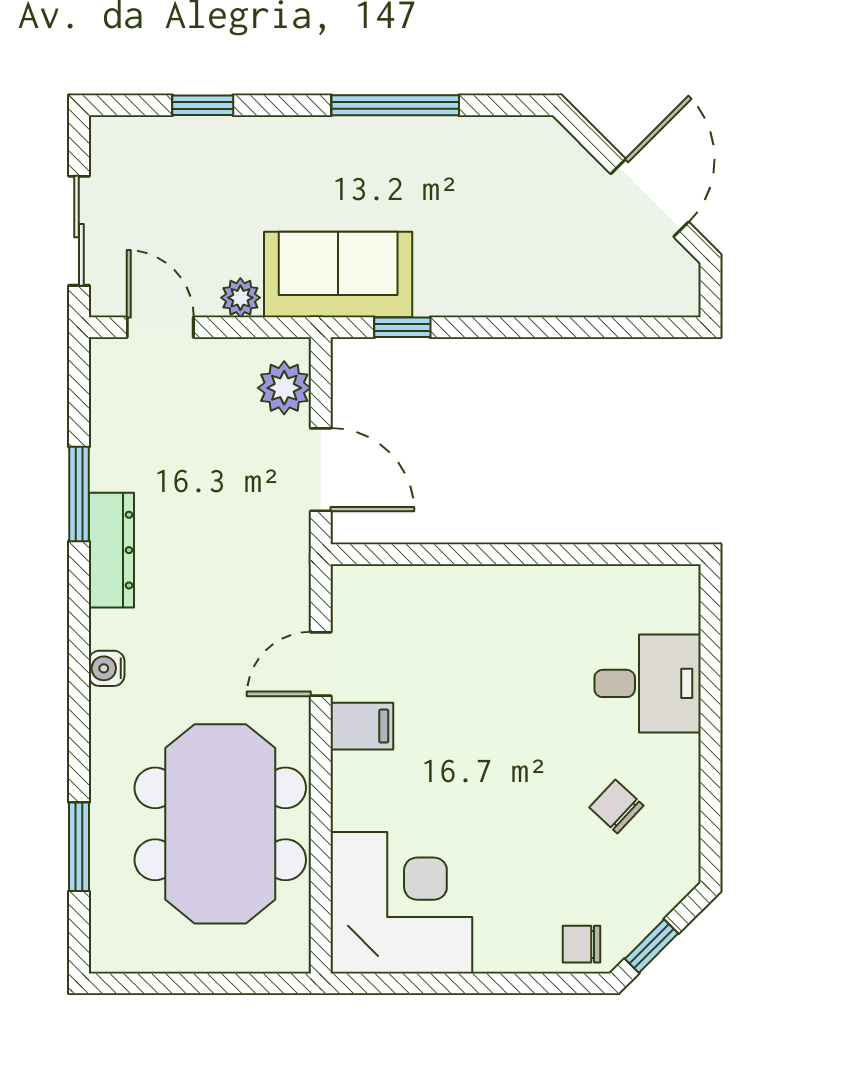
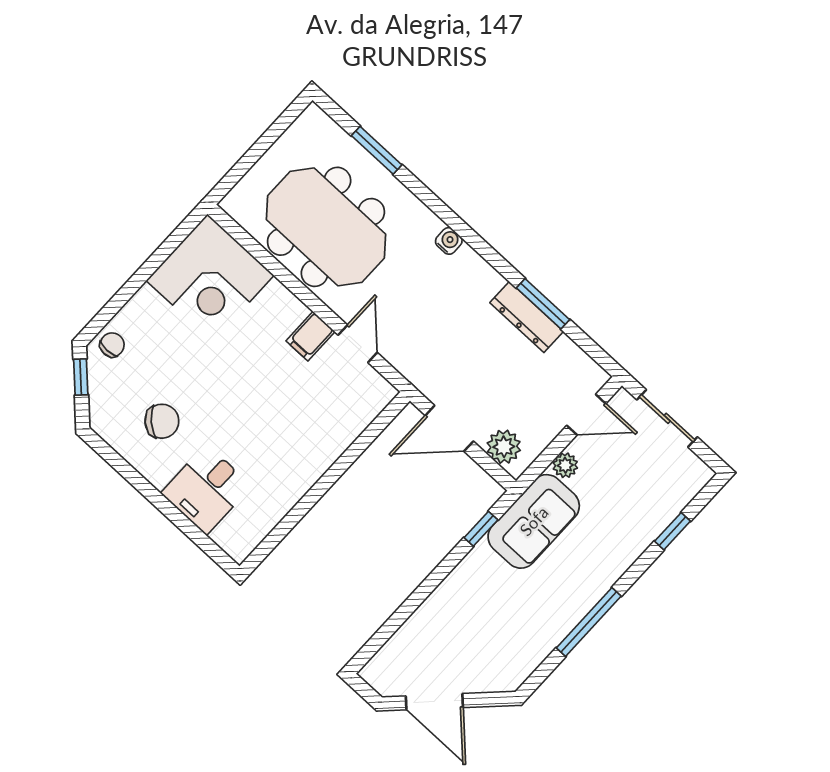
dresser: (111, 550) -> (527, 317), moved
chair: (616, 806) -> (162, 421), width x1.37, depth x1.37

